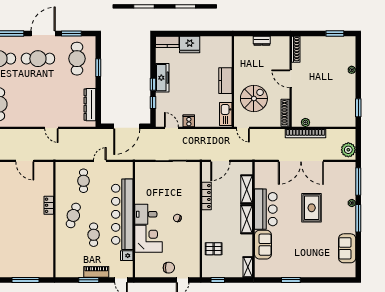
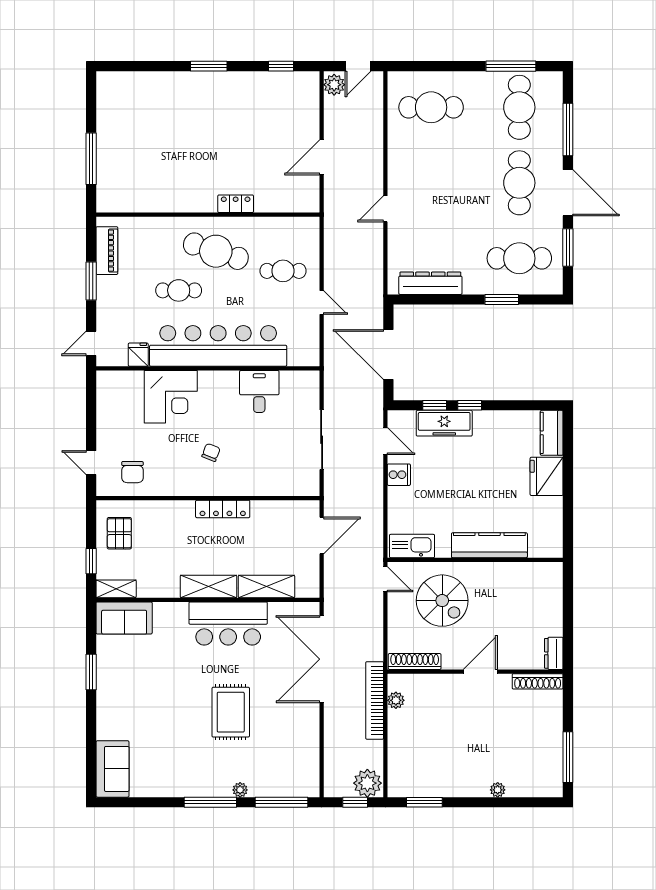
window: (335, 33) -> (568, 757), width x1.44
dresser: (262, 41) -> (554, 653), moved
freezer: (162, 78) -> (444, 423), moved
kitchen counter: (225, 81) -> (489, 545), width x1.50
door: (171, 128) -> (385, 441), hinge flipped
door: (243, 128) -> (385, 579), swing flipped
window: (358, 143) -> (355, 802), added
plant: (348, 150) -> (367, 783), moved
door: (220, 161) -> (322, 536), swing flipped
double door: (301, 161) -> (322, 659), moved
locker: (207, 196) -> (223, 509), moved
rug: (312, 208) -> (231, 712), turned 90
desk: (146, 214) -> (259, 391), moved
cafe table: (73, 215) -> (216, 251), width x1.37, depth x1.35
sofa: (263, 245) -> (124, 618), moved
sofa: (347, 248) -> (113, 769), moved, turned 90
pallet: (214, 249) -> (119, 533), moved
chair: (169, 268) -> (132, 472), moved
piano: (96, 272) -> (107, 251), moved
window: (218, 280) -> (91, 561), moved

